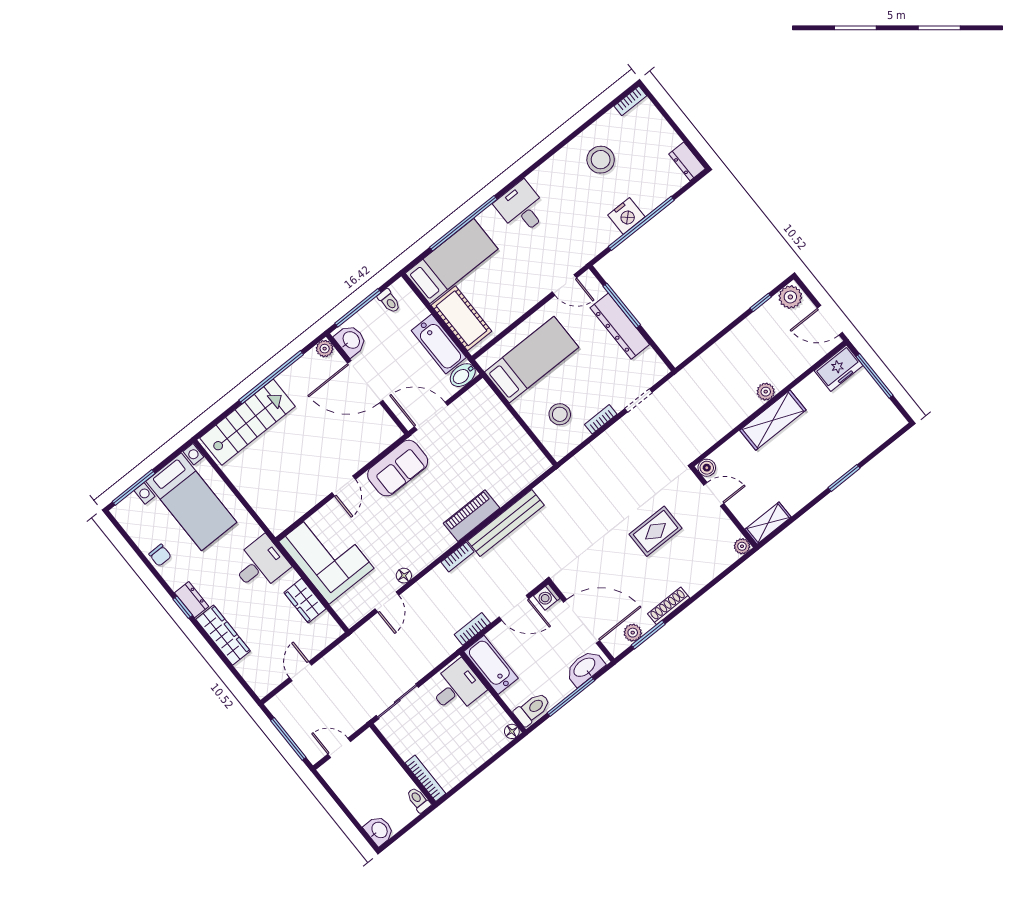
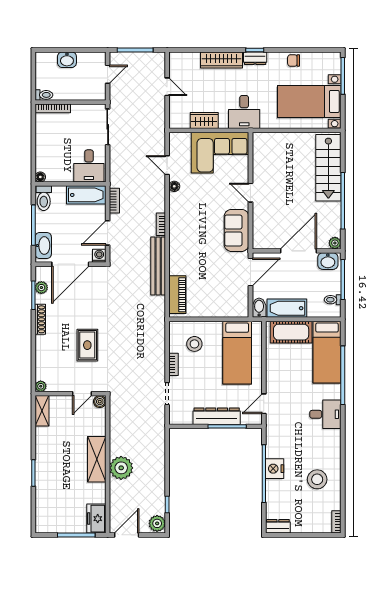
plant: (766, 392) -> (121, 468), width x1.87, depth x1.87
piano: (472, 516) -> (177, 295), moved
washbasin: (379, 830) -> (67, 60), moved

